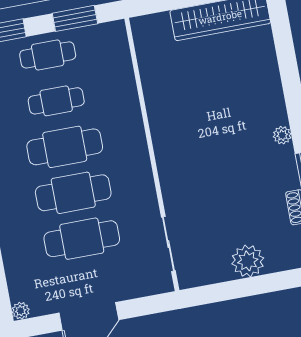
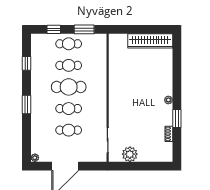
cafe table: (73, 193) -> (69, 109), width x0.73, depth x0.74
cafe table: (82, 239) -> (69, 130), width x0.73, depth x0.74
plant: (248, 261) -> (130, 154), moved

